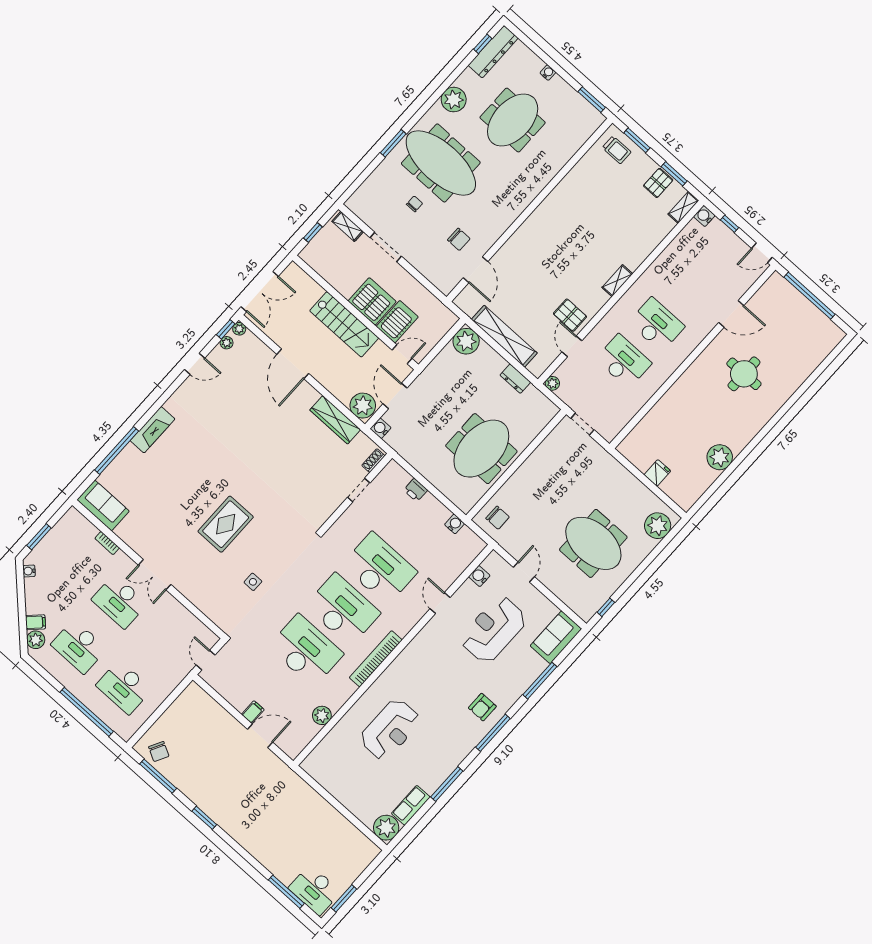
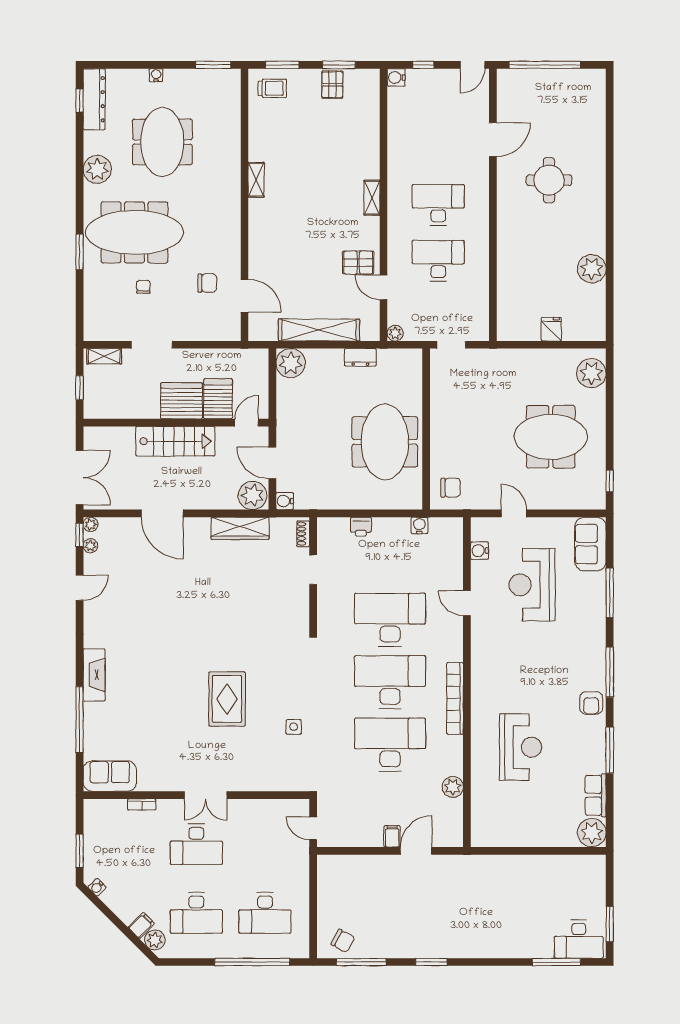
shelving: (683, 207) -> (256, 180), moved
armchair: (482, 707) -> (591, 703), moved

